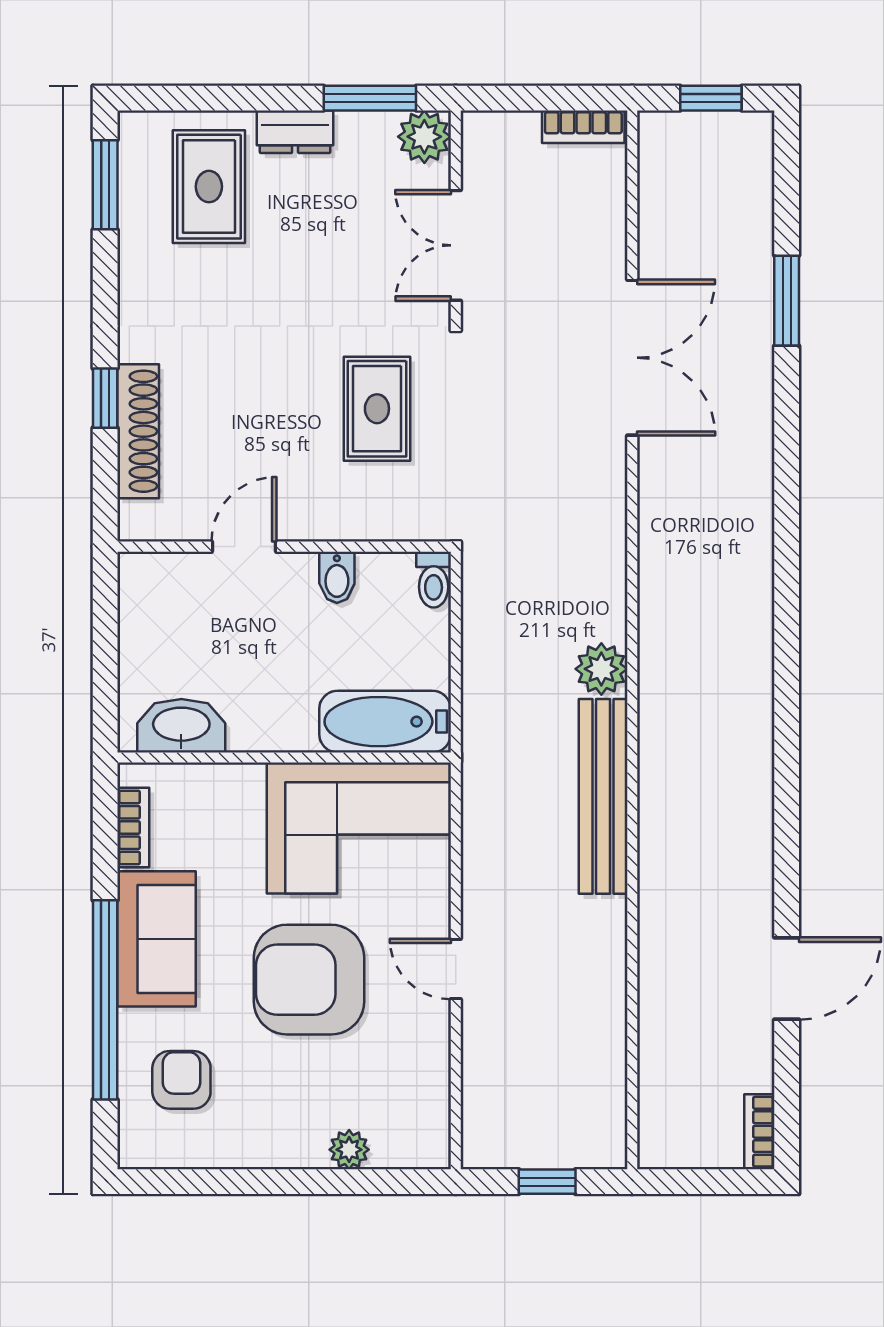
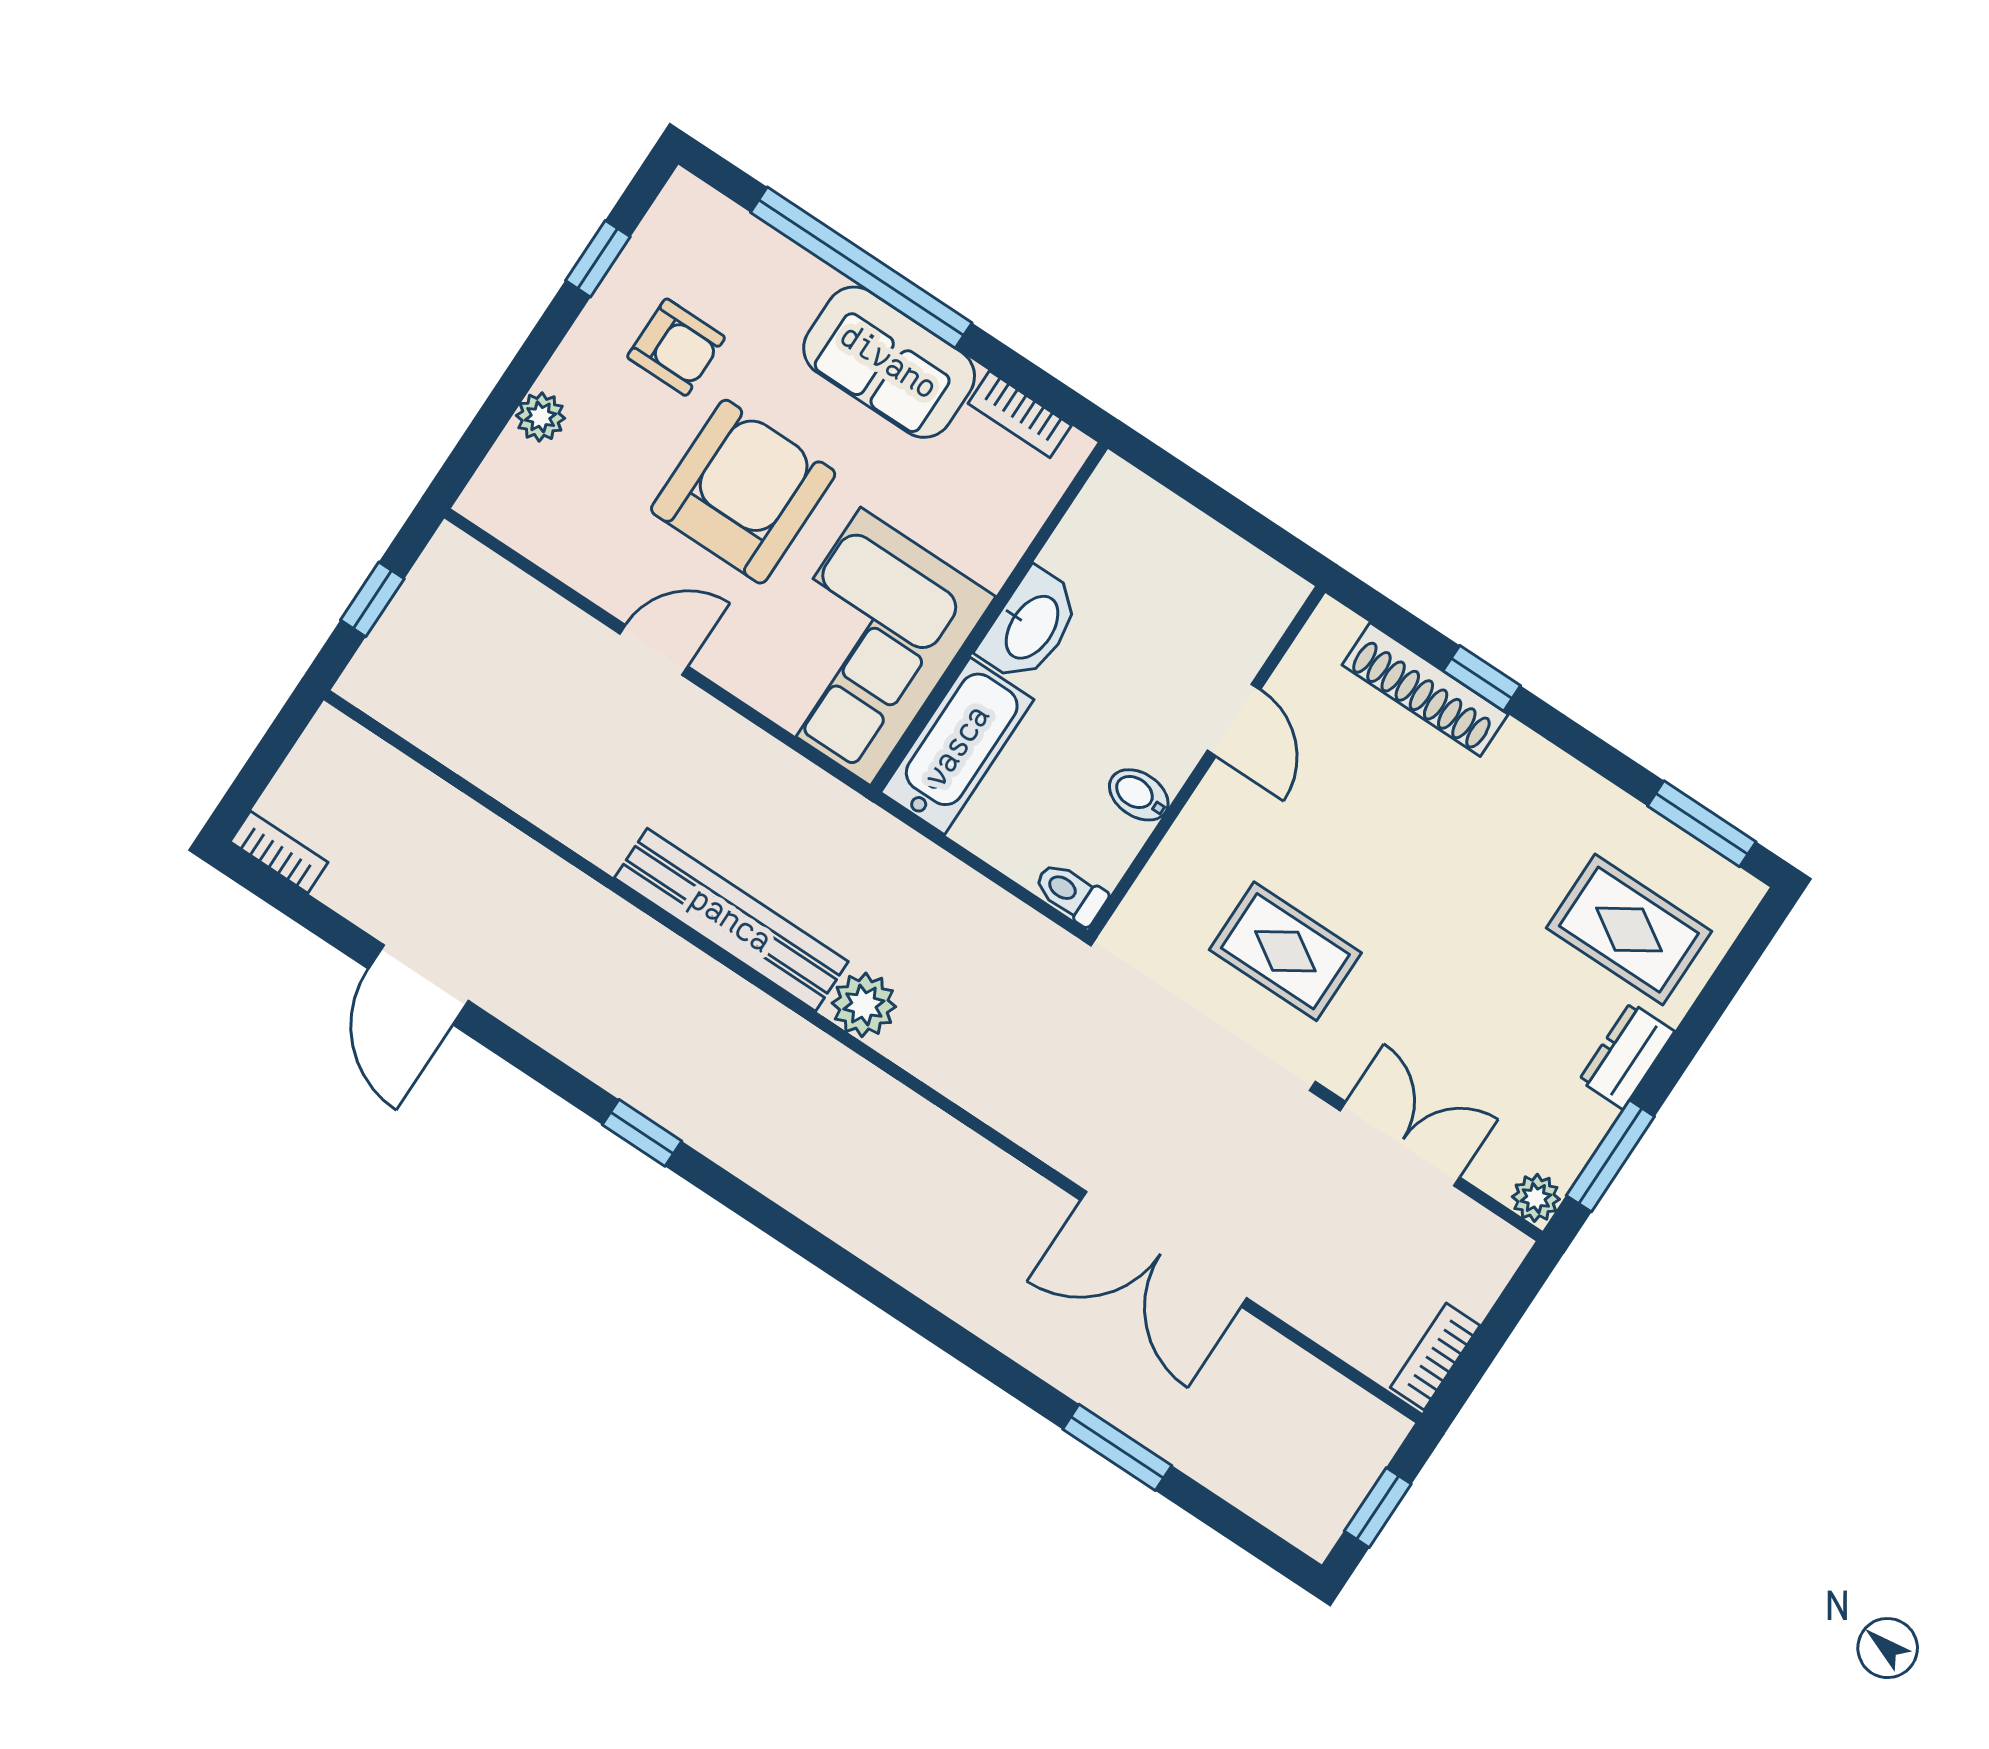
plant: (424, 137) -> (1536, 1198), width x0.73, depth x0.73
washbasin: (181, 726) -> (1030, 626), moved
window: (787, 762) -> (642, 1133), added
armchair: (181, 1080) -> (676, 347), moved
window: (217, 1182) -> (598, 259), added

